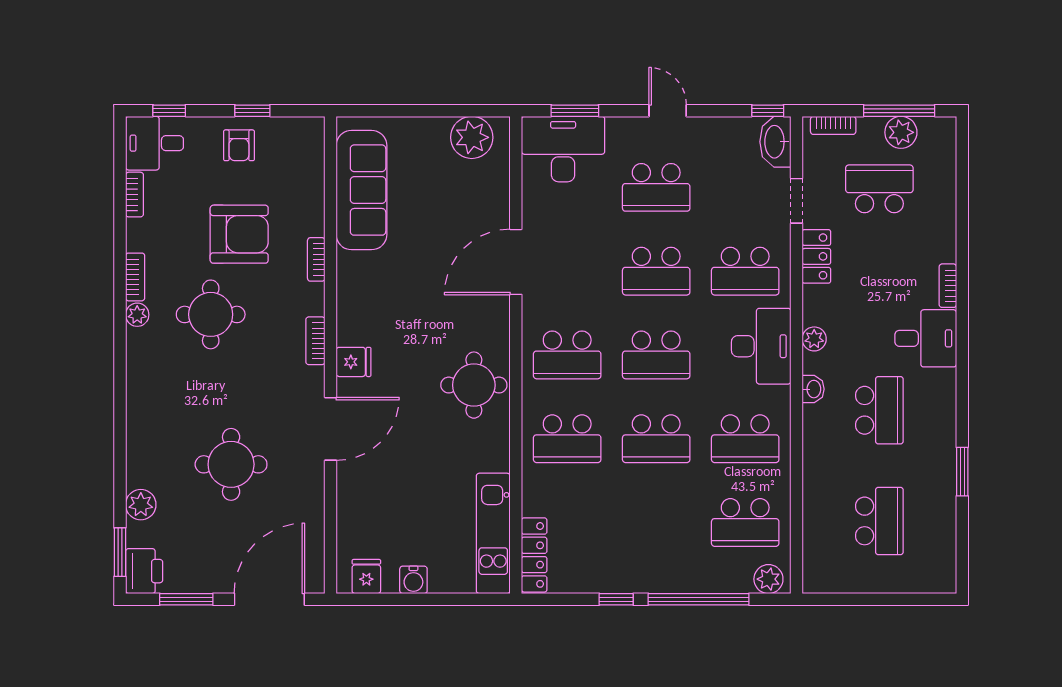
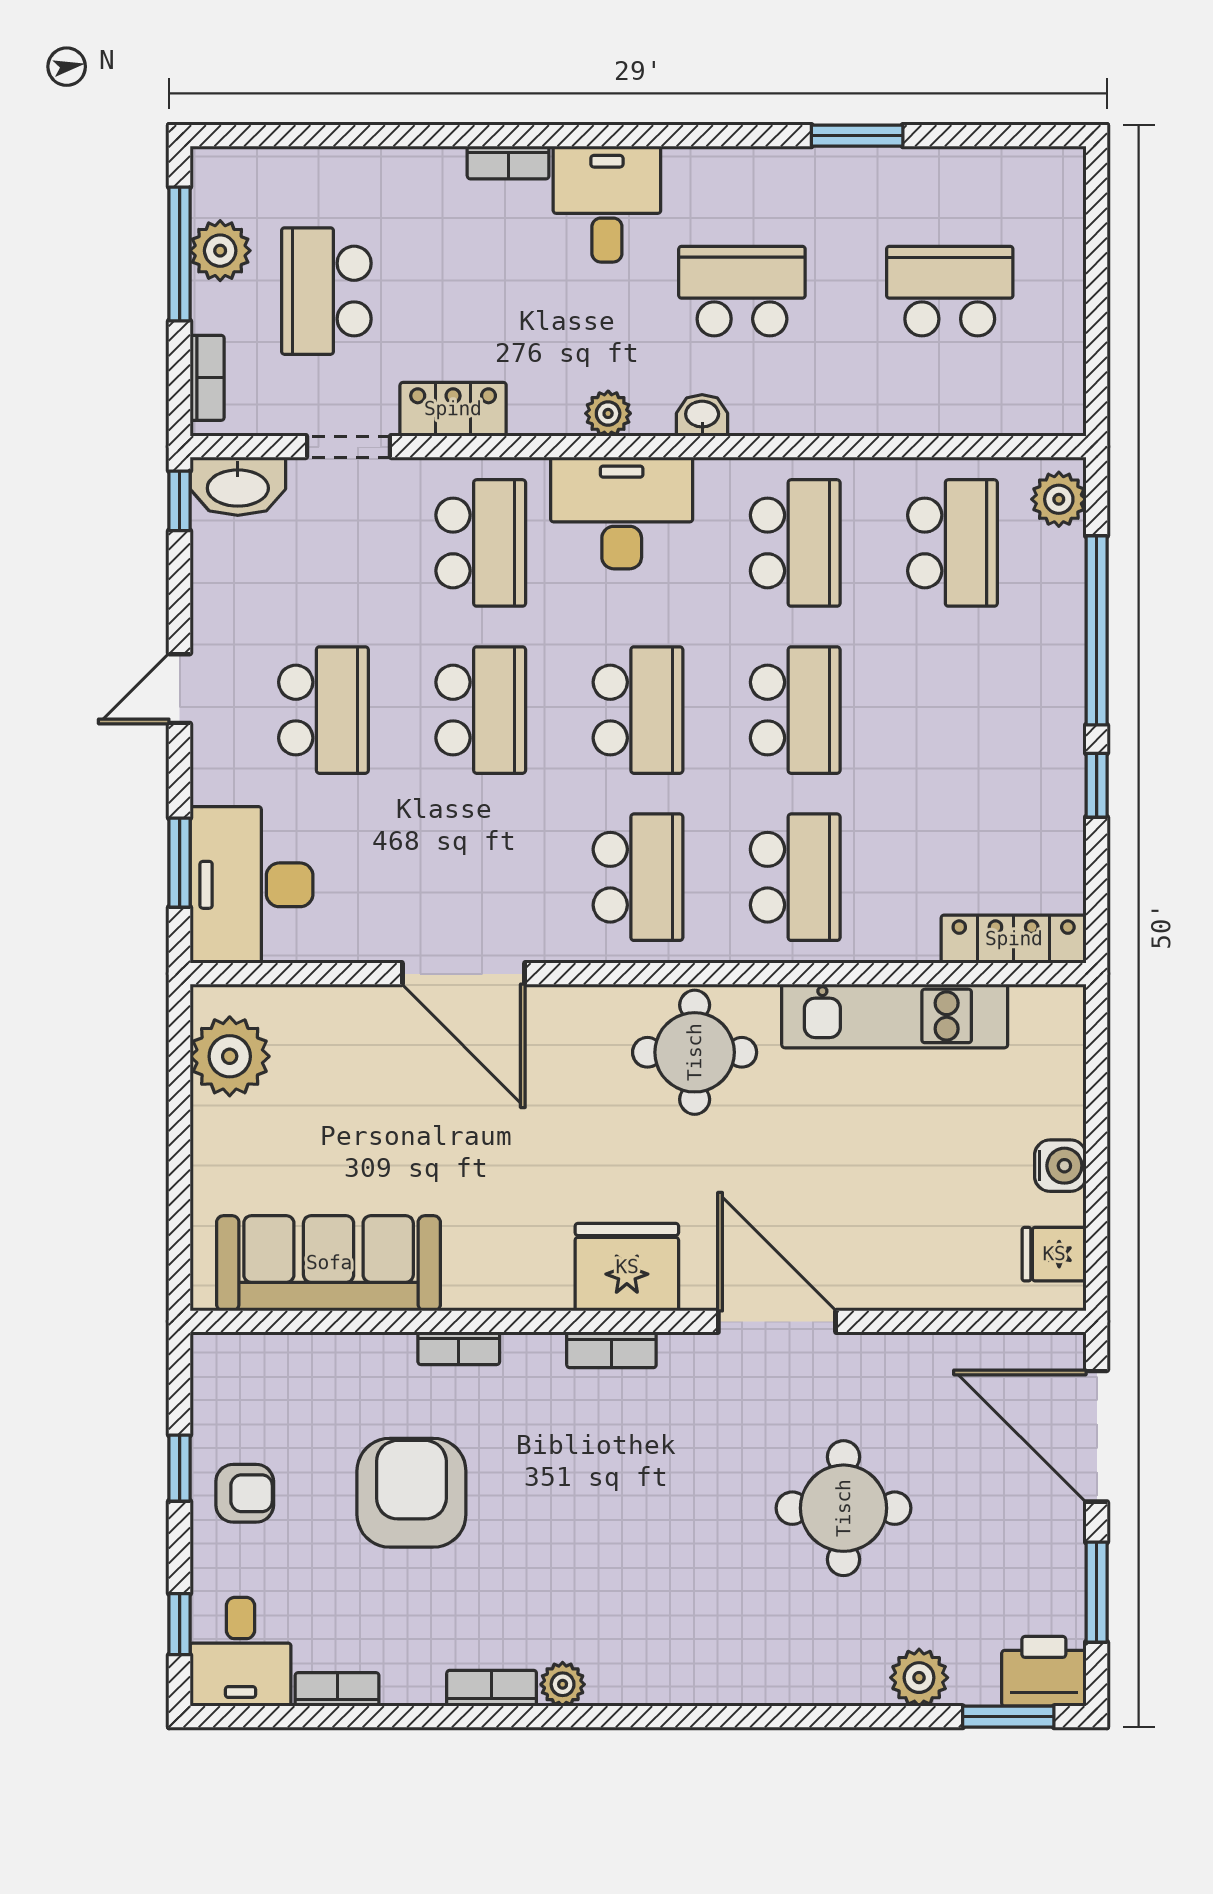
round table: (211, 314) -> (562, 1546), removed
fridge: (354, 362) -> (627, 1267), width x1.88, depth x1.34
kitchen unit: (493, 533) -> (895, 1016), moved

